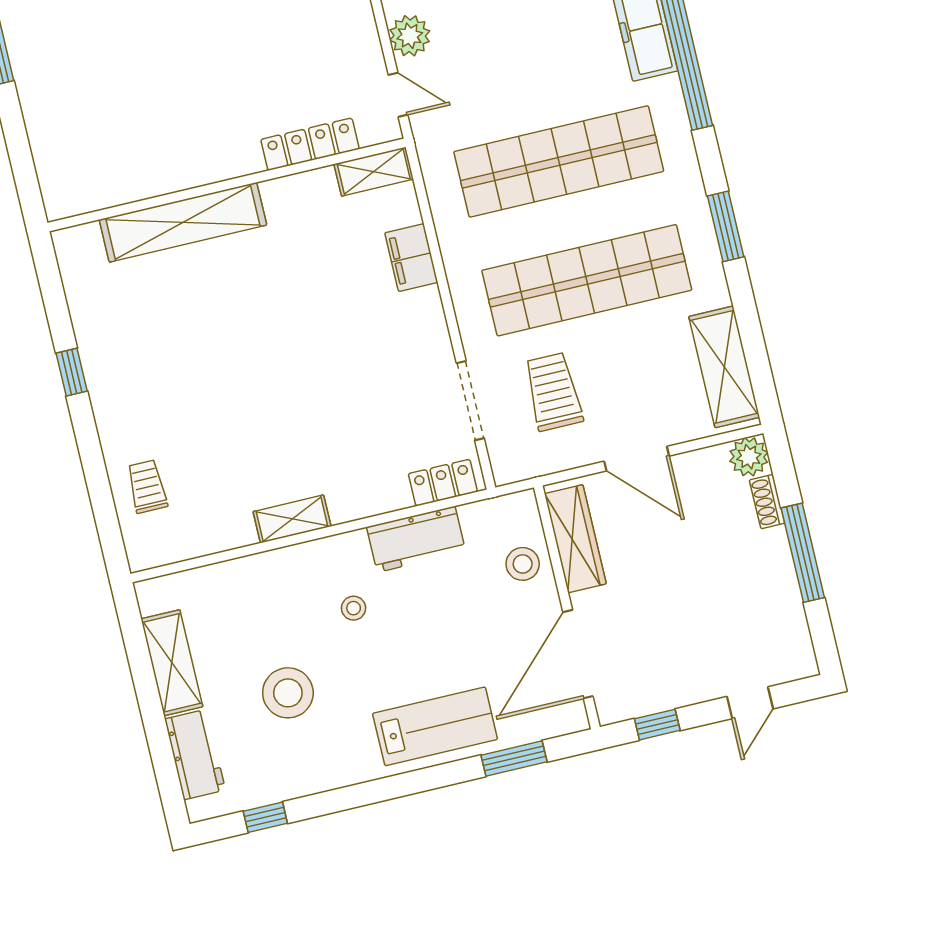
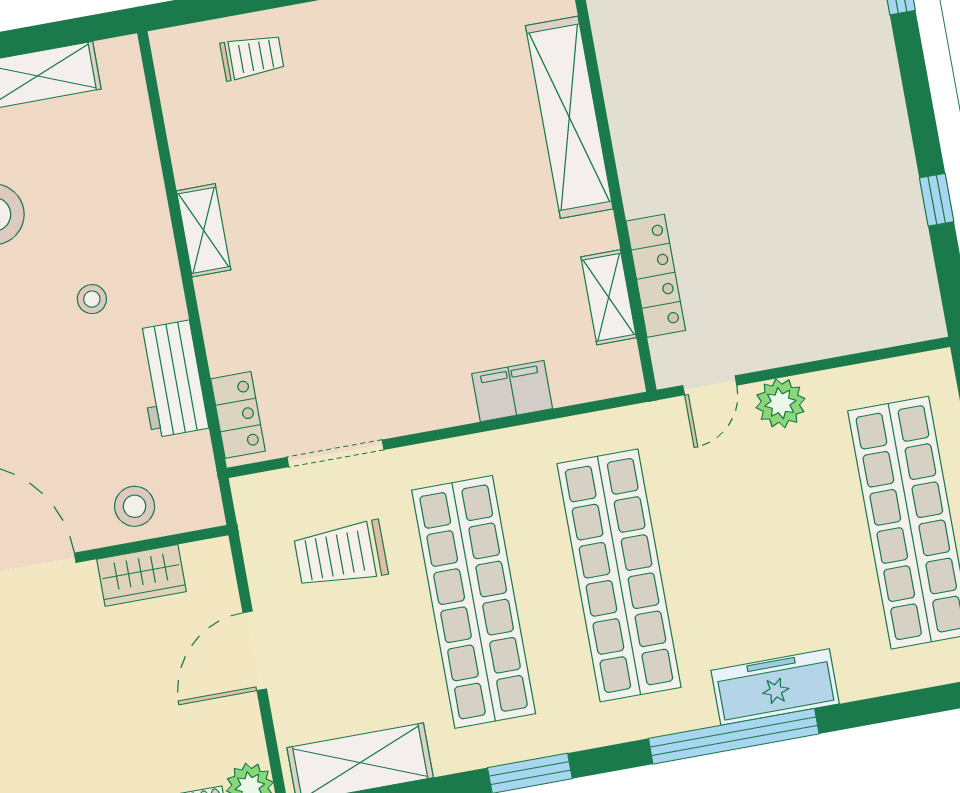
shelving: (374, 172) -> (609, 297), moved
trolley: (553, 392) -> (341, 554), turned 180
wardrobe: (575, 539) -> (141, 575), width x0.67

